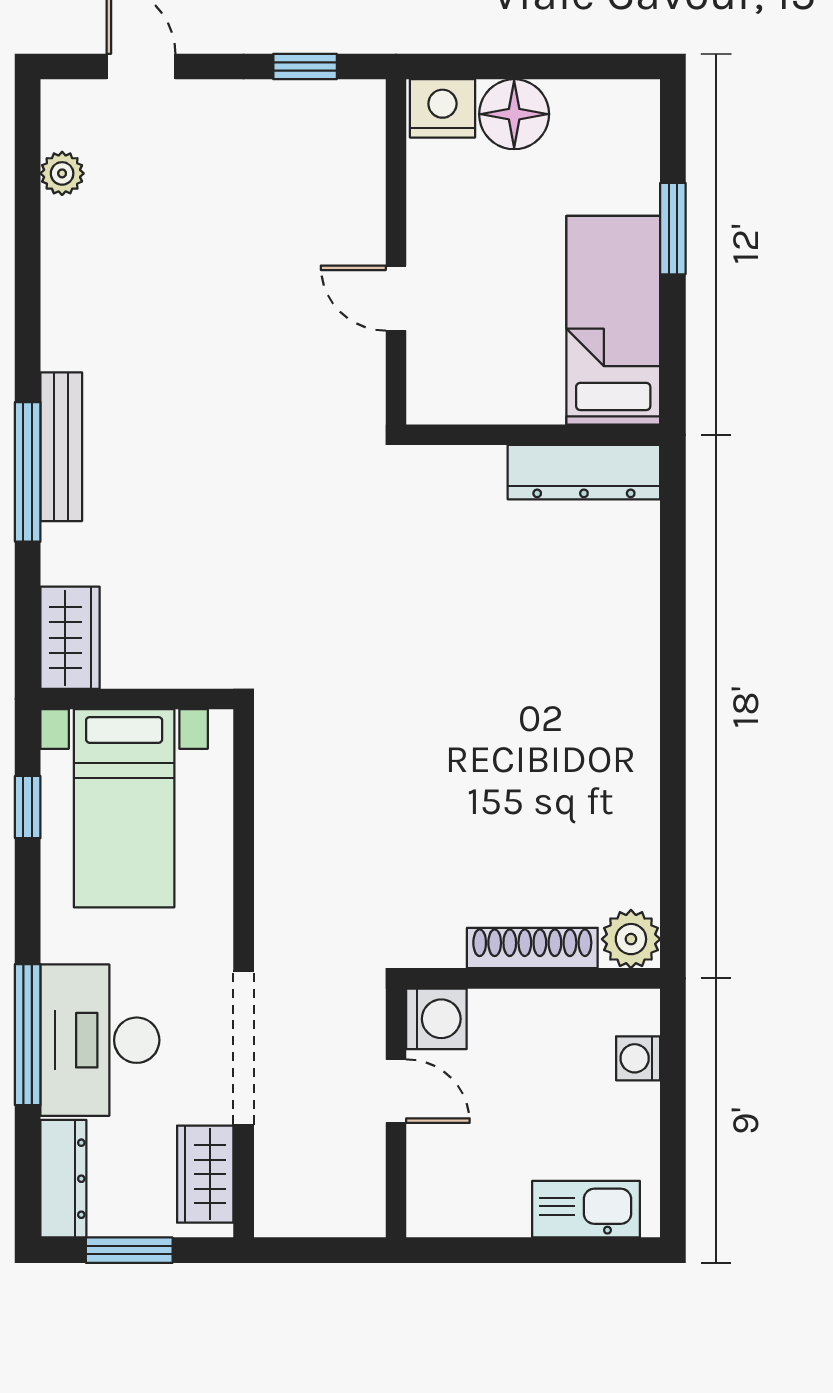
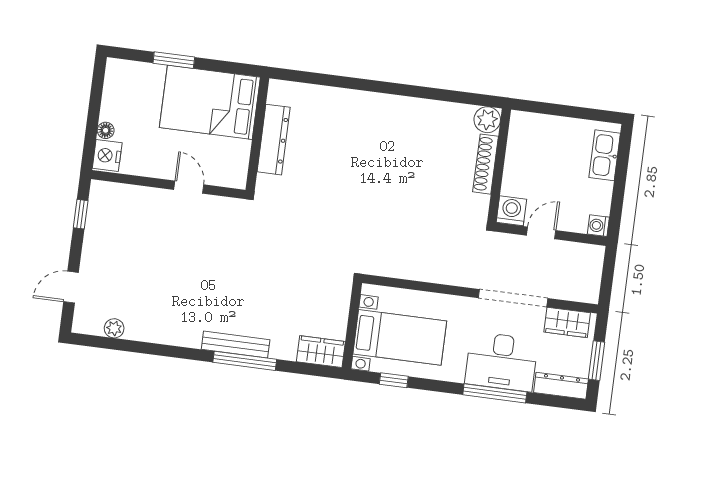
floor lamp: (514, 114) -> (106, 130), width x0.53, depth x0.53
door: (396, 298) -> (189, 187), swing flipped
bed: (613, 320) -> (210, 102), width x1.50
dresser: (584, 472) -> (274, 140), moved
washing machine: (638, 1058) -> (598, 226), moved, turned 90

